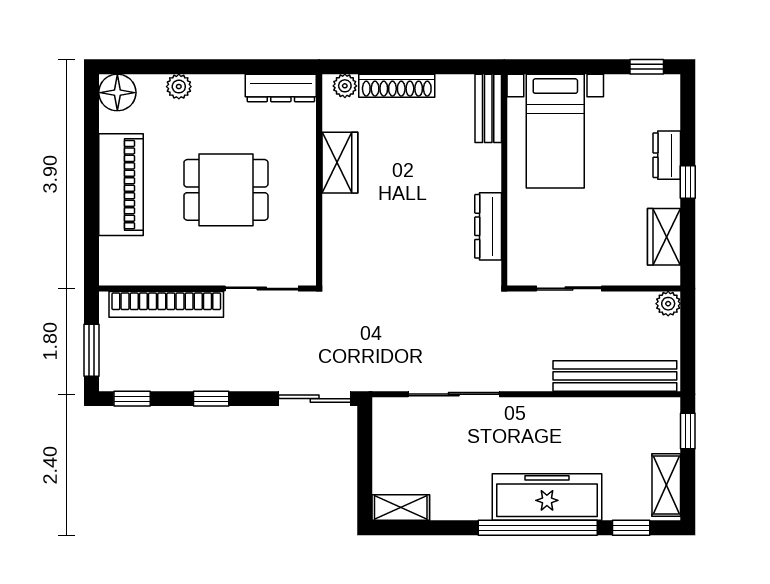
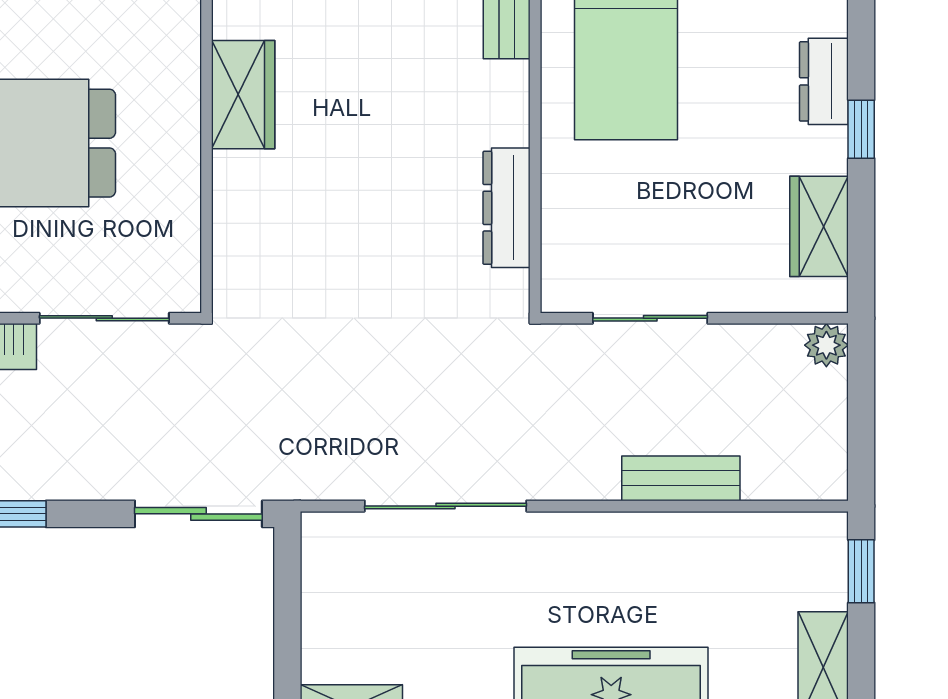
bench: (615, 376) -> (681, 478), width x0.54, depth x0.82

